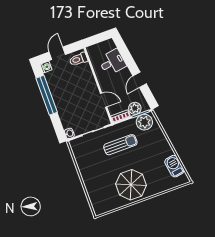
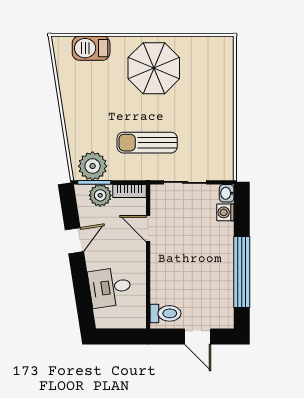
door: (57, 53) -> (198, 337), hinge flipped
washing machine: (46, 67) -> (225, 212), moved
barbecue: (174, 166) -> (91, 48), moved, turned 99

